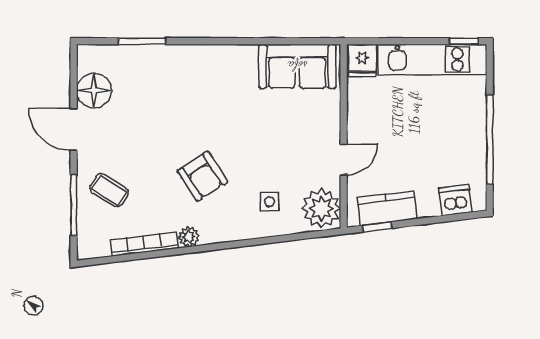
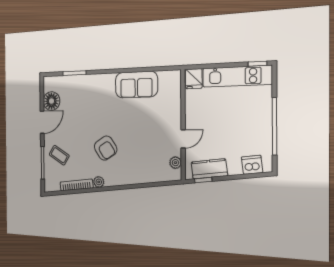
sofa: (297, 66) -> (136, 85), moved
door: (74, 129) -> (42, 122), swing flipped
side table: (269, 202) -> (141, 163), removed
plant: (321, 208) -> (175, 163), width x0.53, depth x0.53

